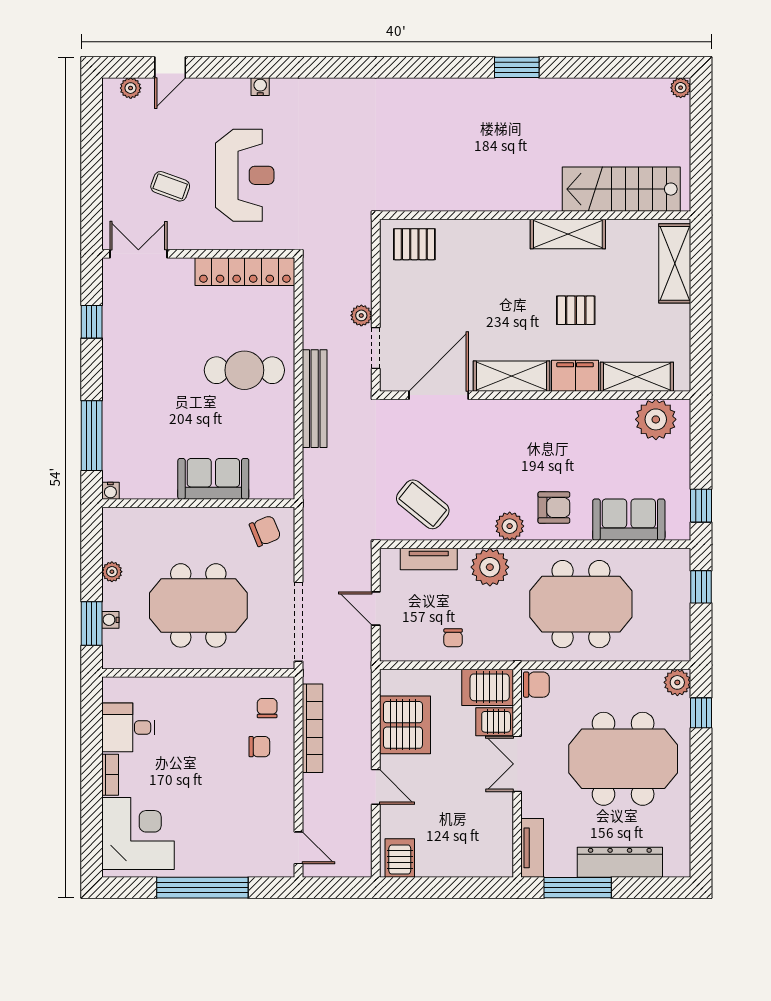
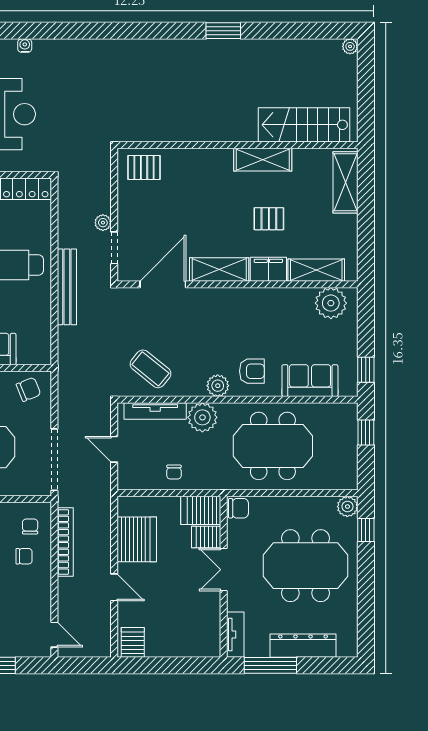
tv unit: (429, 559) -> (155, 411), width x1.41

